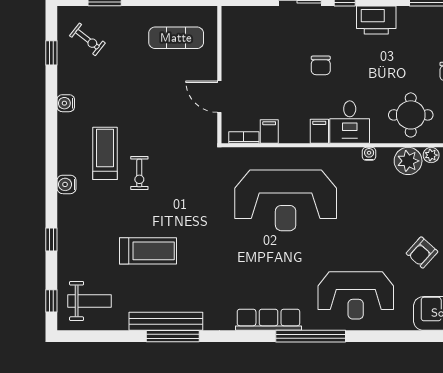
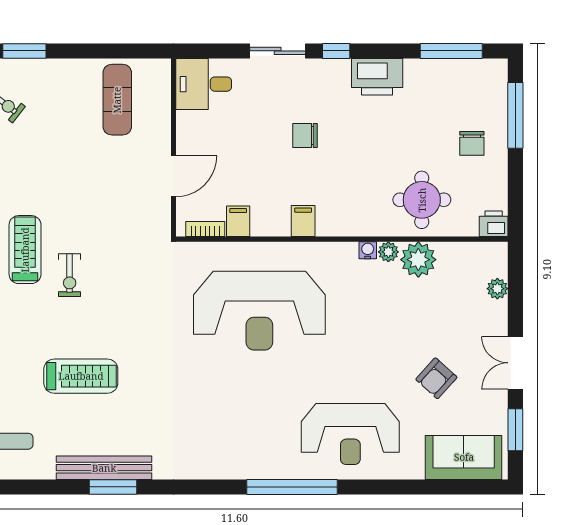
exercise mat: (176, 38) -> (117, 100), turned 90
chair: (321, 65) -> (305, 135), turned 90
door: (219, 97) -> (173, 176), swing flipped
desk: (350, 122) -> (204, 84), moved, turned 90
plant: (431, 155) -> (388, 252), moved
row of seats: (268, 320) -> (237, 466), removed
window: (173, 336) -> (113, 487), width x0.69

